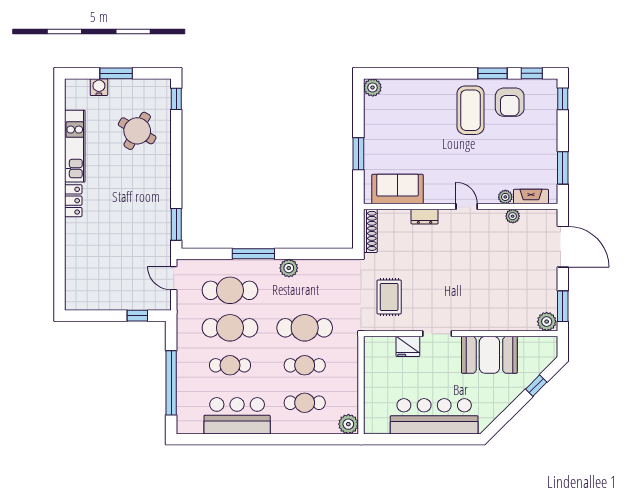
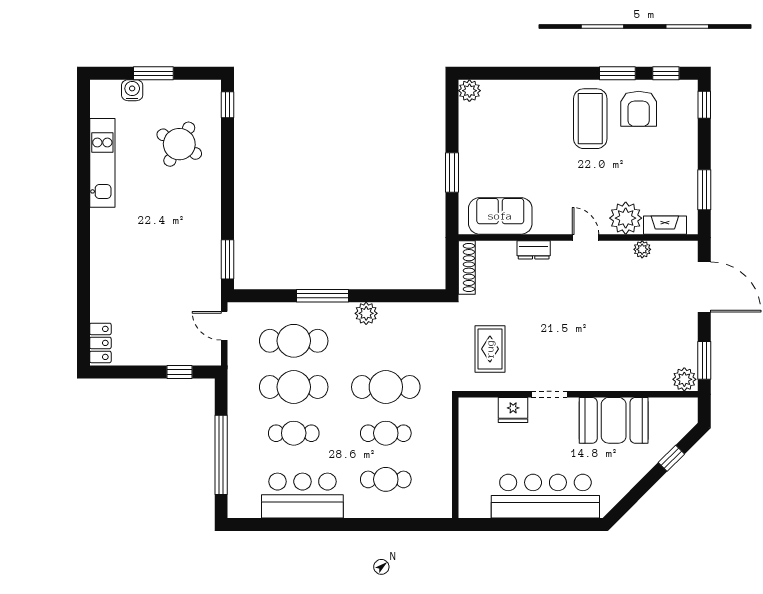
plant: (505, 197) -> (626, 218), width x1.87, depth x1.87
locker: (73, 201) -> (100, 343), moved
plant: (348, 424) -> (440, 506), removed

